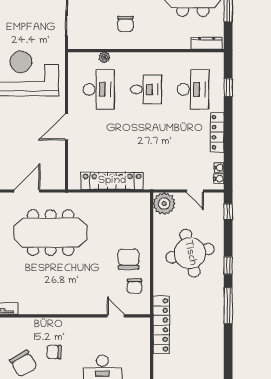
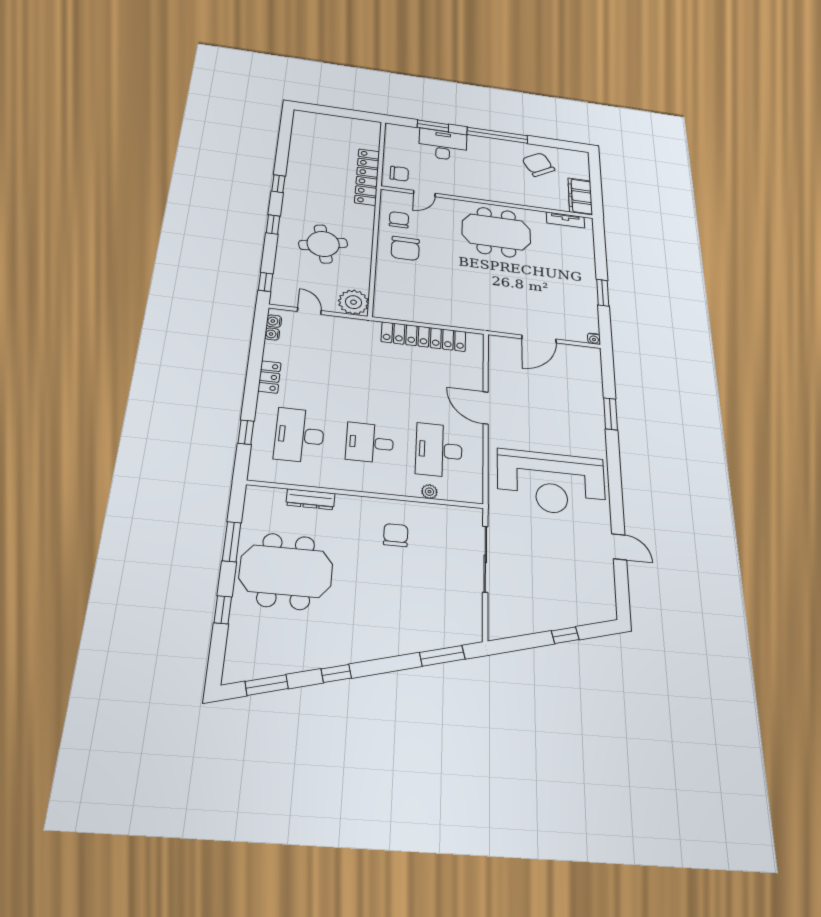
dresser: (207, 43) -> (310, 499), moved
door: (67, 127) -> (486, 408), swing flipped
locker: (217, 132) -> (269, 377), width x0.66
meeting table: (51, 233) -> (496, 232), moved, width x0.73
round table: (190, 253) -> (323, 244), width x0.73, depth x0.73
window: (228, 306) -> (278, 184), width x0.46
door: (116, 316) -> (424, 194), hinge flipped
chair: (54, 352) -> (399, 174), moved

